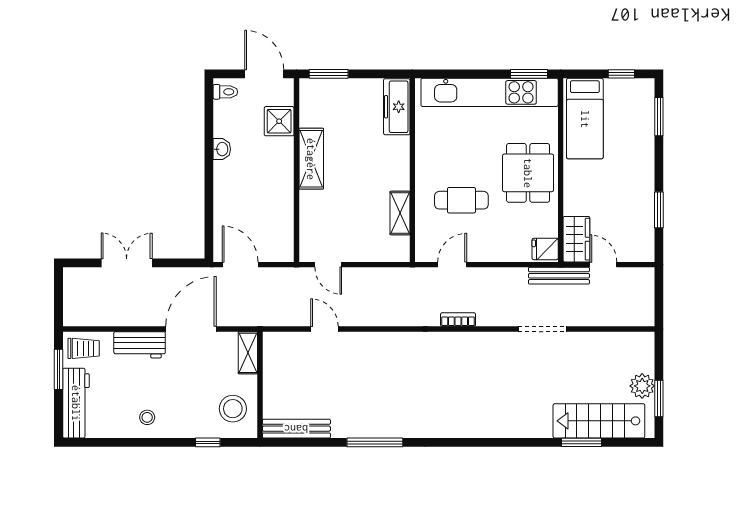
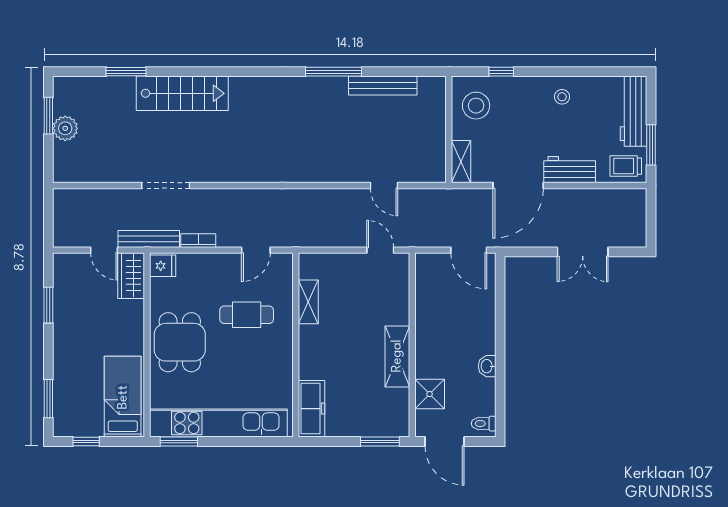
bookcase: (458, 320) -> (198, 241), moved, turned 180
stairs: (599, 421) -> (182, 93), moved
bench: (296, 429) -> (383, 85), moved

